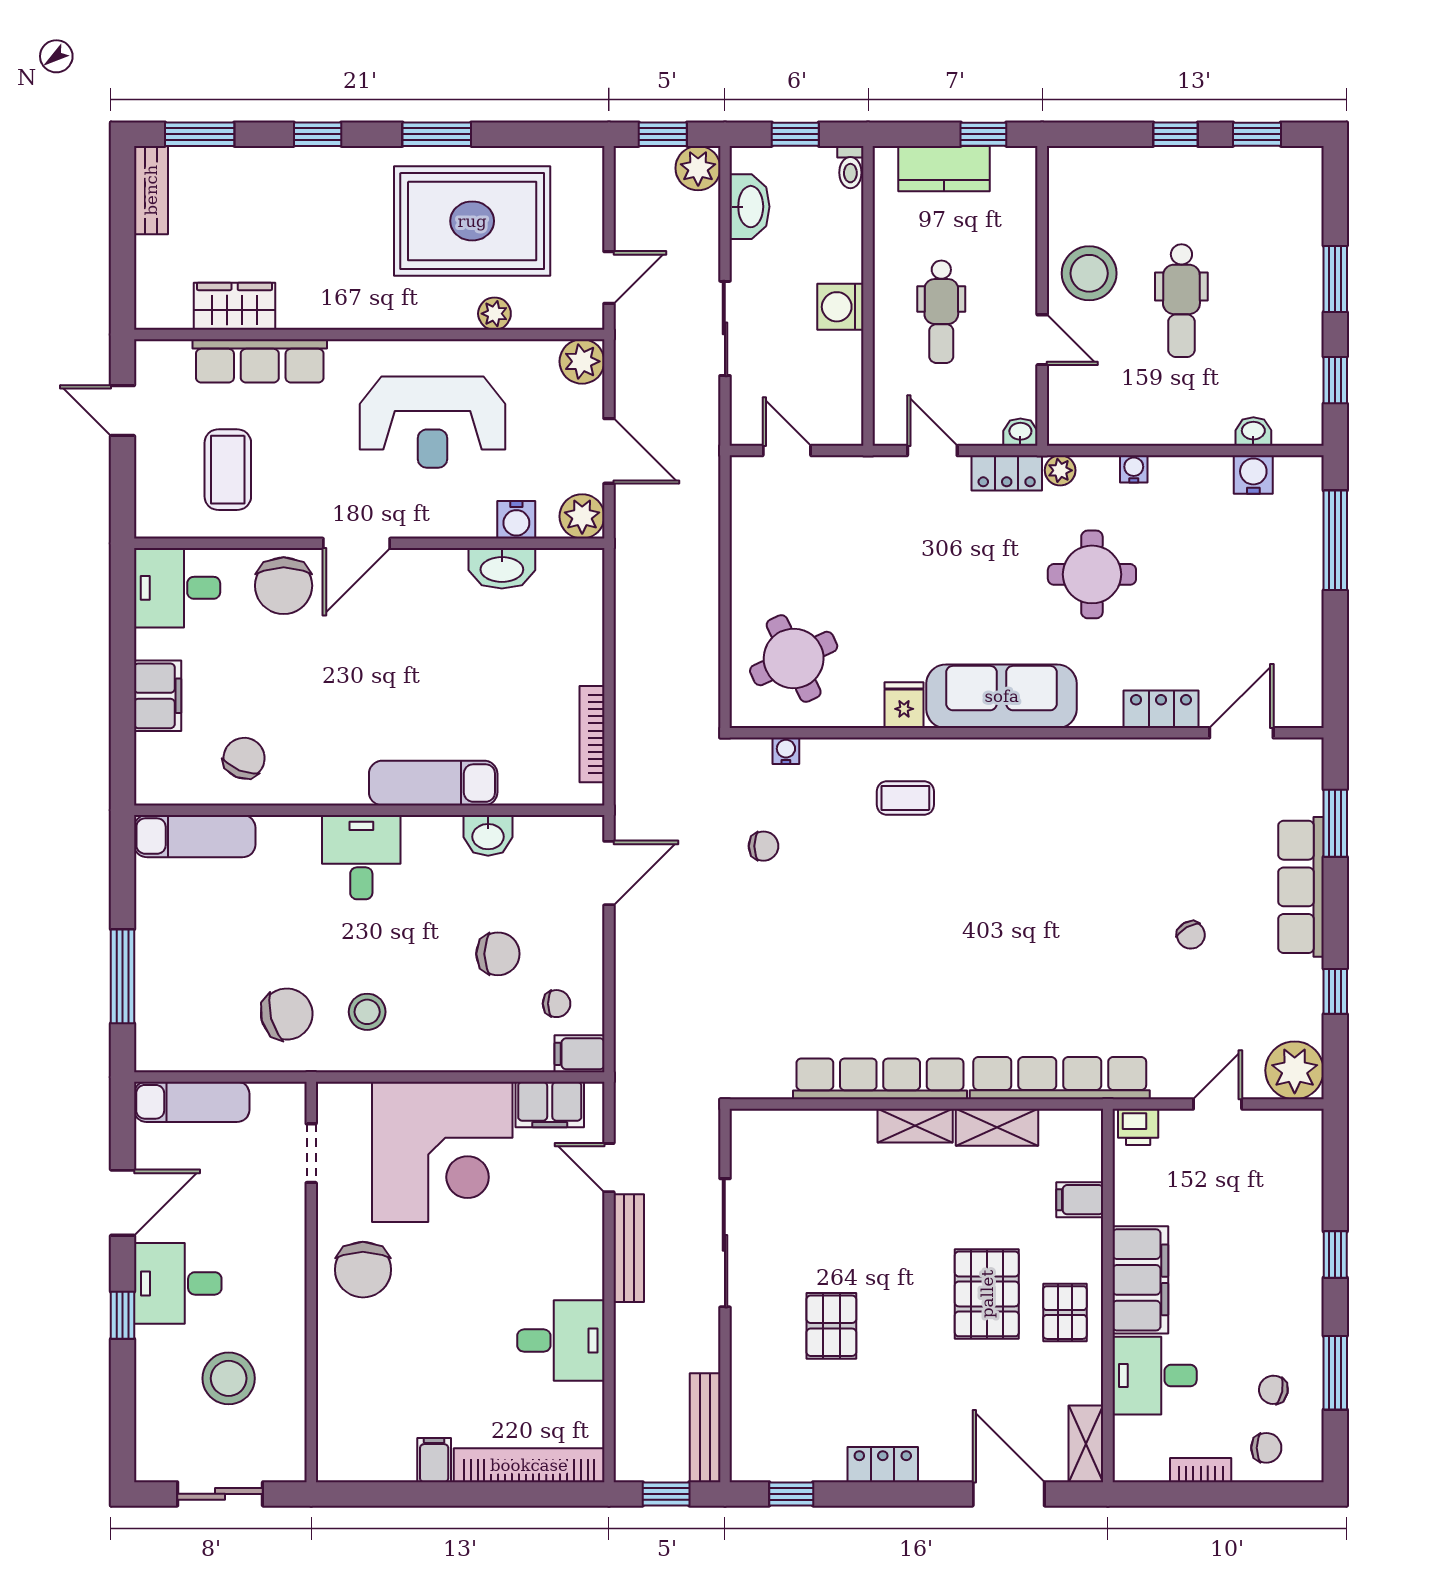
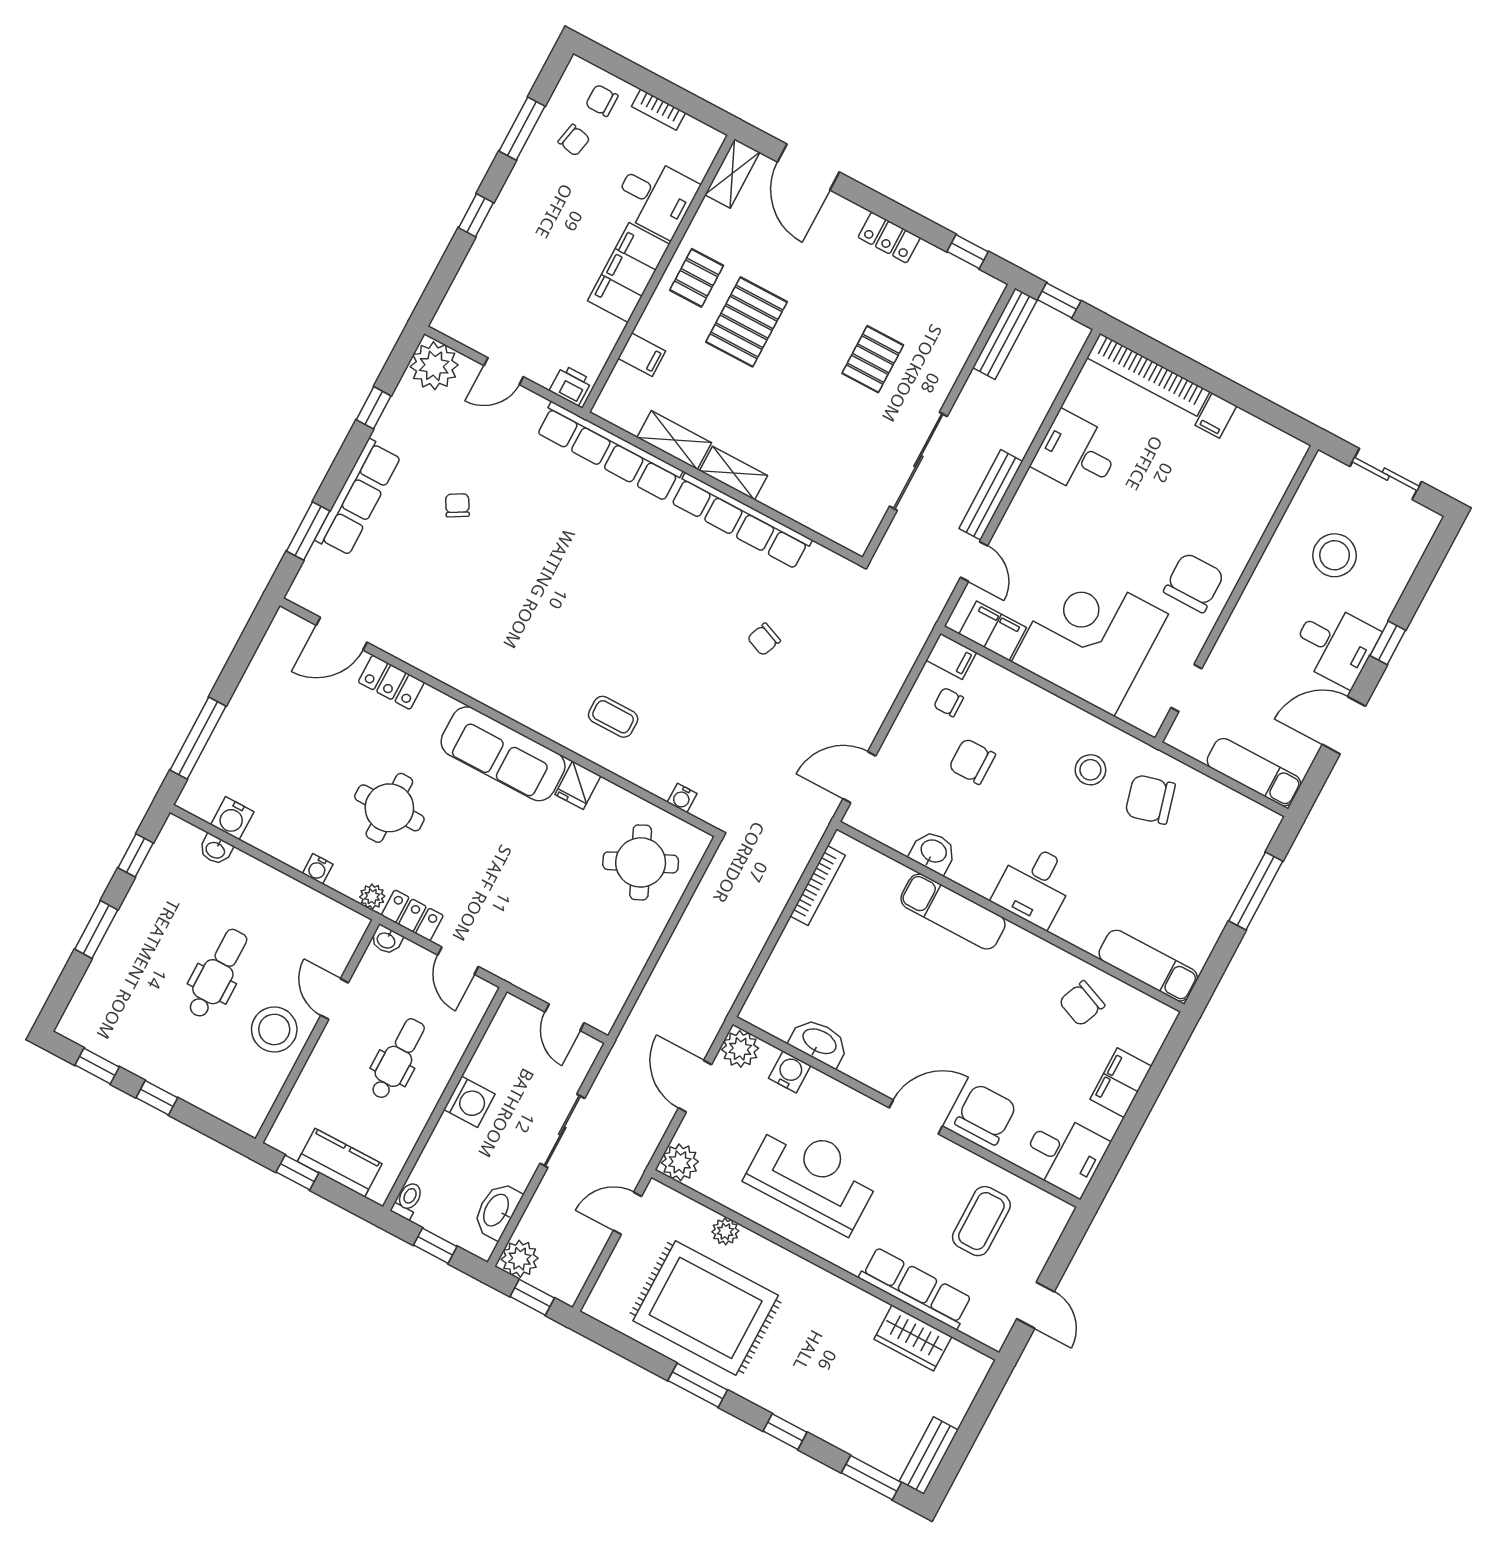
chair: (763, 846) -> (764, 639), moved, turned -68

